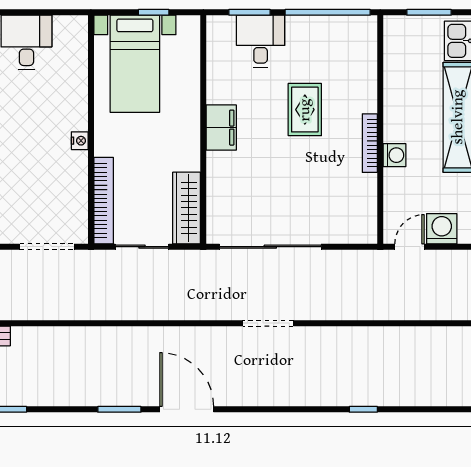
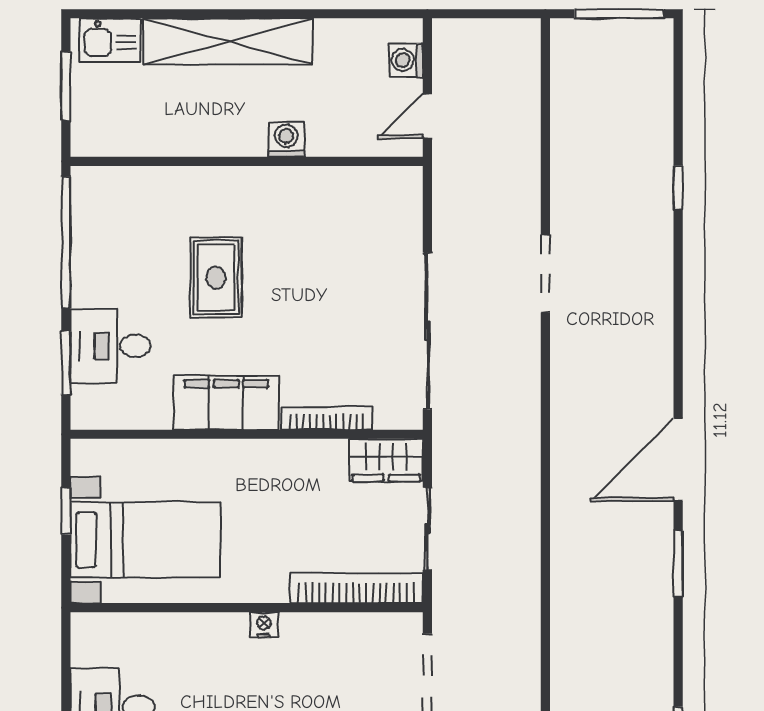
rug: (305, 110) -> (216, 278), turned 90
filing cabinet: (221, 128) -> (226, 403), width x1.50, depth x1.17
bookcase: (370, 143) -> (327, 418), moved, turned 180
wardrobe: (187, 208) -> (386, 460), width x0.67
washing machine: (442, 229) -> (406, 60), width x0.73, depth x0.73
door: (409, 247) -> (427, 116), hinge flipped
doorway: (268, 323) -> (545, 274), moved

